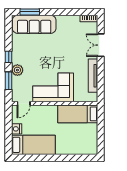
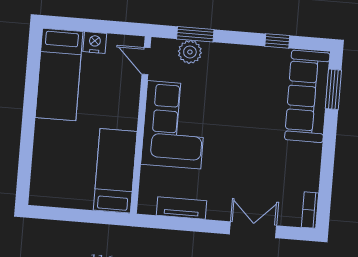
window: (9, 57) -> (277, 41), moved
plant: (17, 70) -> (190, 52), moved
tv unit: (93, 76) -> (181, 208), width x0.71

